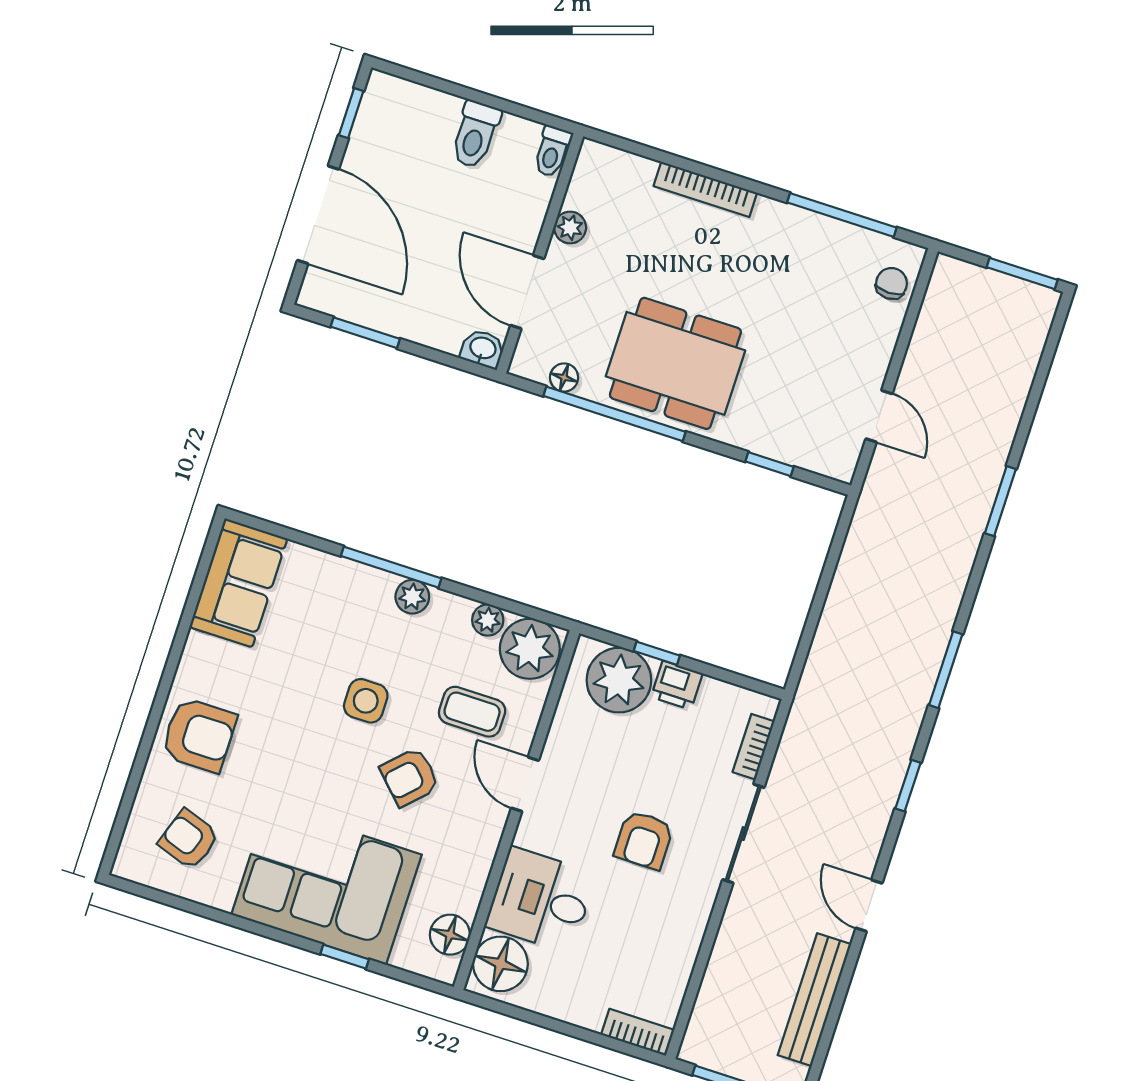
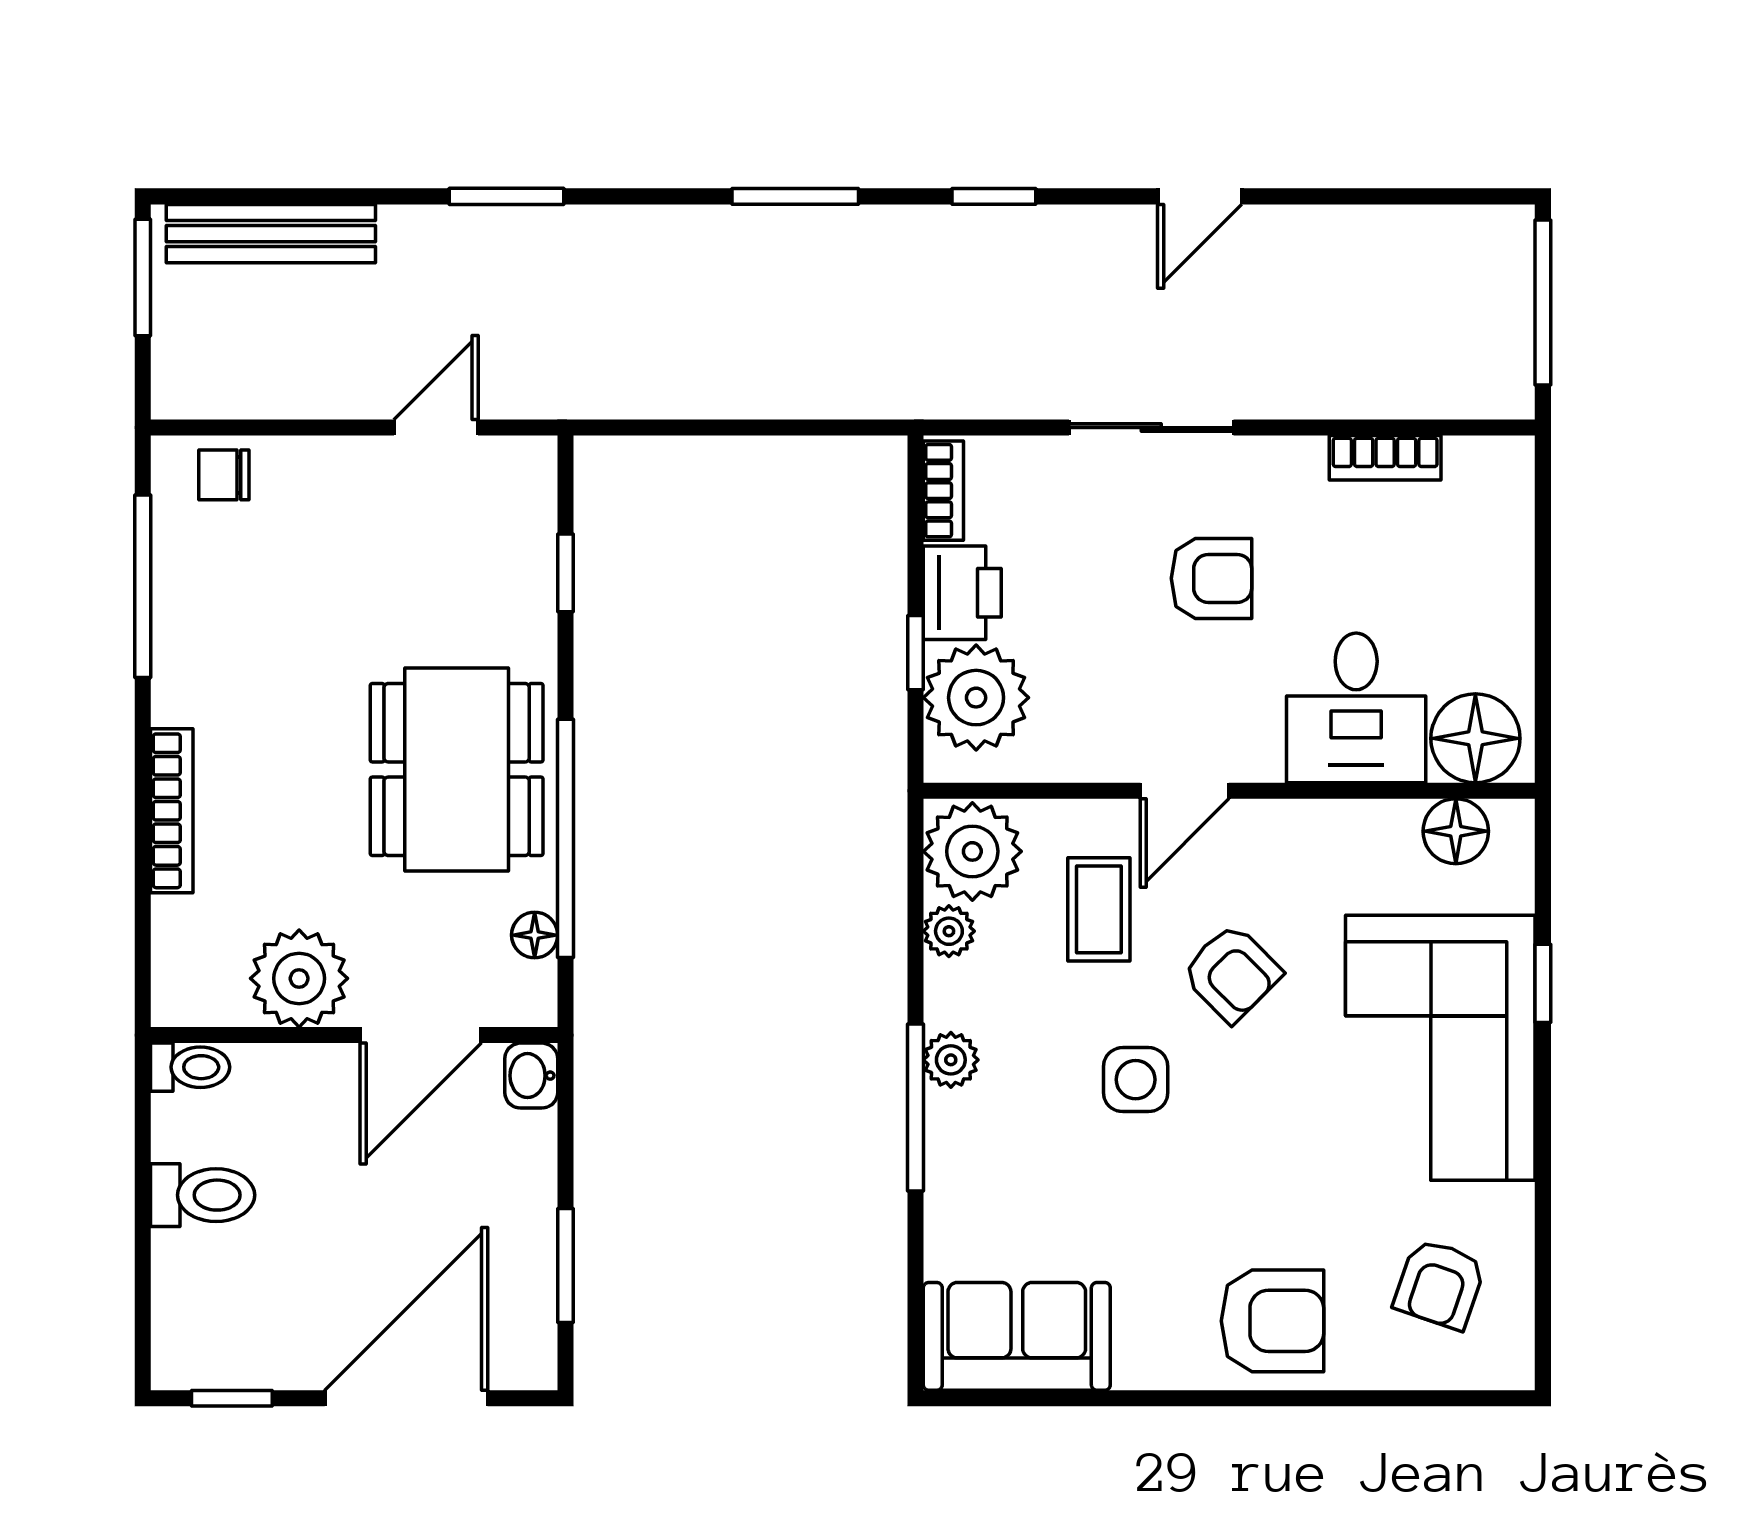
plant: (570, 228) -> (299, 978), width x1.88, depth x1.88
printer: (677, 685) -> (962, 593), width x1.36, depth x1.24
armchair: (199, 735) -> (1272, 1321), turned 90
bookcase: (754, 747) -> (943, 491), moved, turned -90
bench: (814, 1000) -> (271, 234), moved
bookcase: (638, 1032) -> (1385, 458), moved, turned -90

